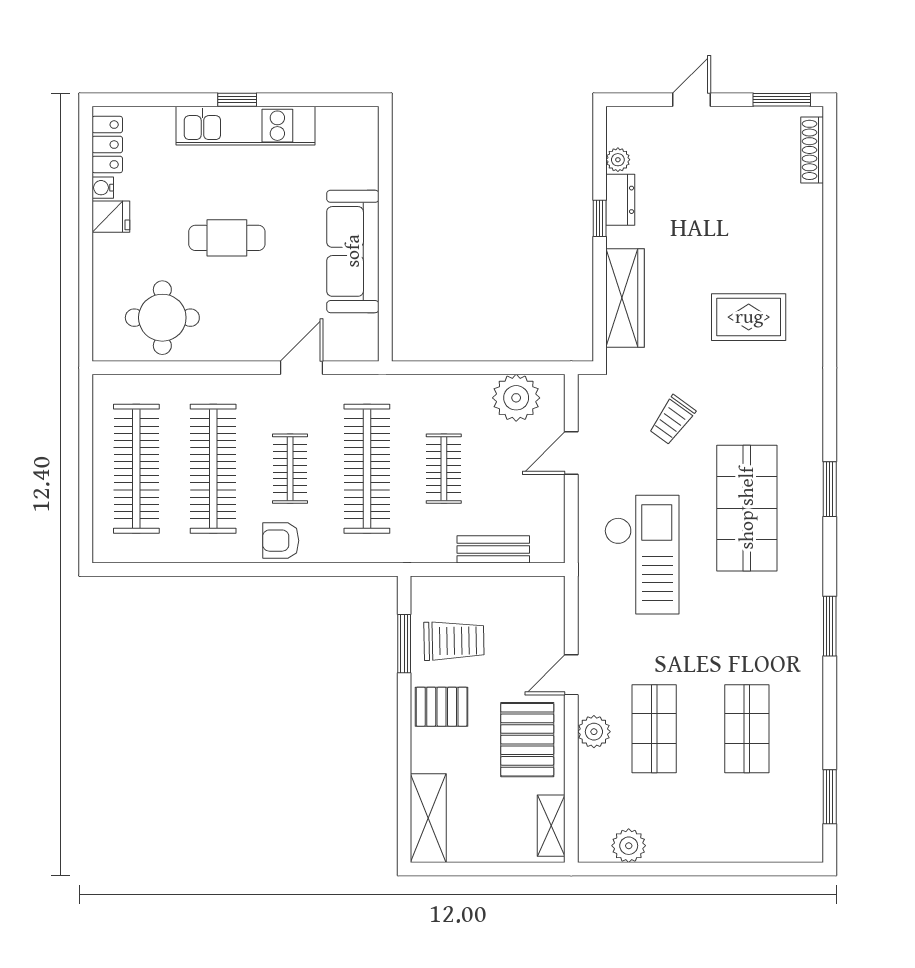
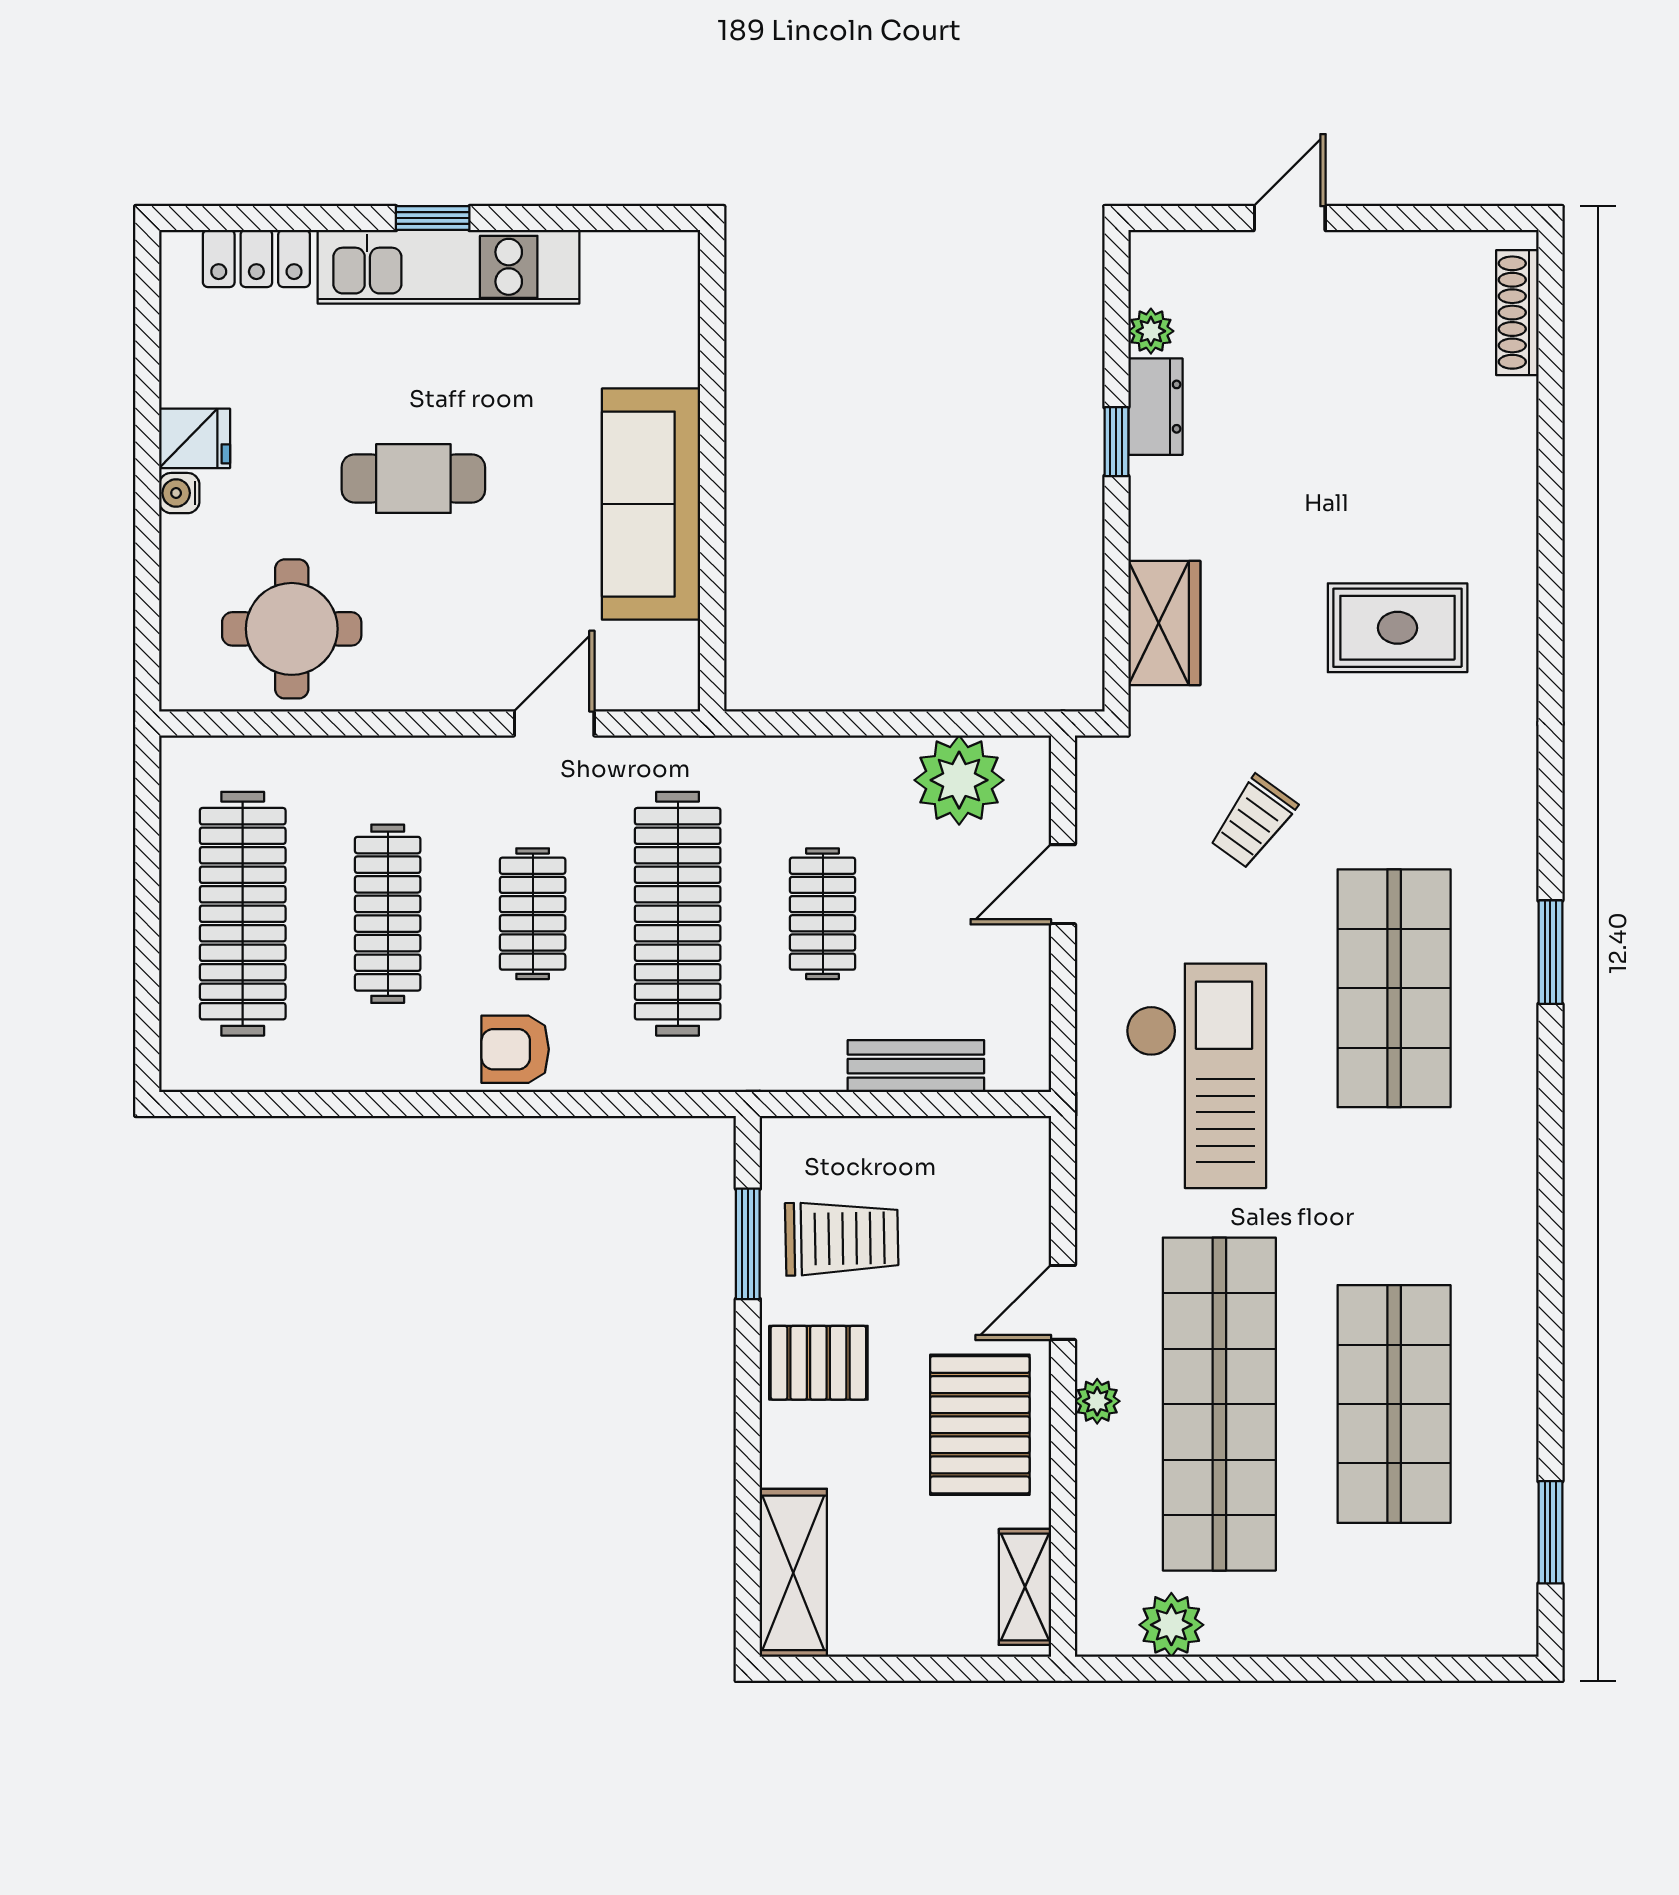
window: (782, 100) -> (1460, 218), removed
locker: (107, 145) -> (256, 258), moved, turned 90
water cooler: (103, 188) -> (179, 493), moved
wardrobe: (625, 298) -> (1164, 623), width x0.67
clothes rail: (213, 469) -> (388, 914), width x0.73, depth x0.76
window: (830, 626) -> (1550, 1211), removed
shop shelf: (654, 729) -> (1219, 1404), width x2.00, depth x1.36
shop shelf: (747, 729) -> (1394, 1404), width x1.43, depth x1.36
plant: (594, 732) -> (1097, 1401), width x0.73, depth x0.73

